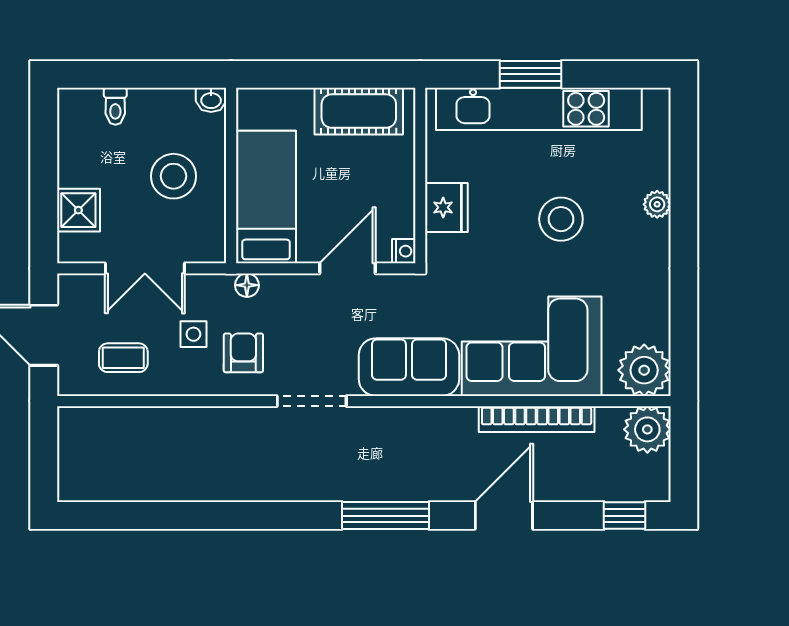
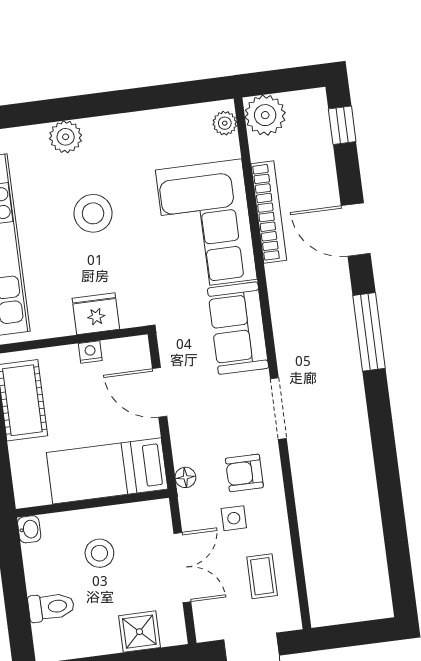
toilet: (115, 106) -> (51, 607), width x1.37, depth x1.39
stool: (173, 176) -> (99, 553), width x0.73, depth x0.73
plant: (657, 204) -> (66, 137), width x1.38, depth x1.38
nightstand: (404, 251) -> (90, 352), moved
plant: (644, 370) -> (225, 123), width x0.53, depth x0.53

